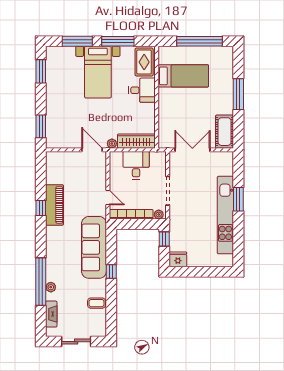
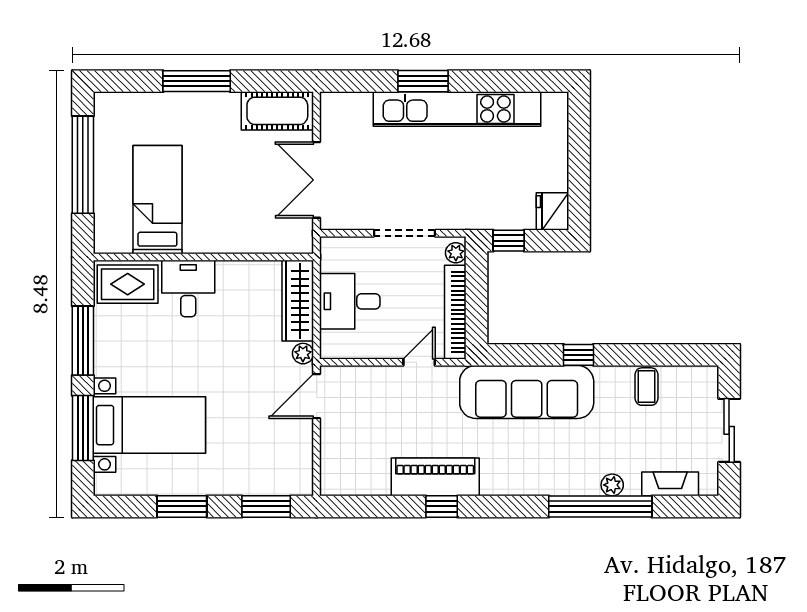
window: (41, 71) -> (182, 506), moved
bed with nightstands: (98, 72) -> (149, 425), moved

